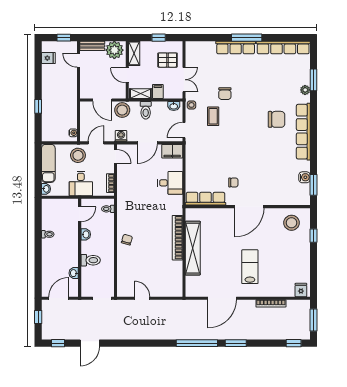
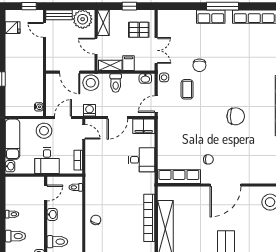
row of seats: (236, 48) -> (211, 17), width x0.68
chair: (277, 119) -> (236, 116), moved
toilet: (51, 255) -> (15, 236), added

